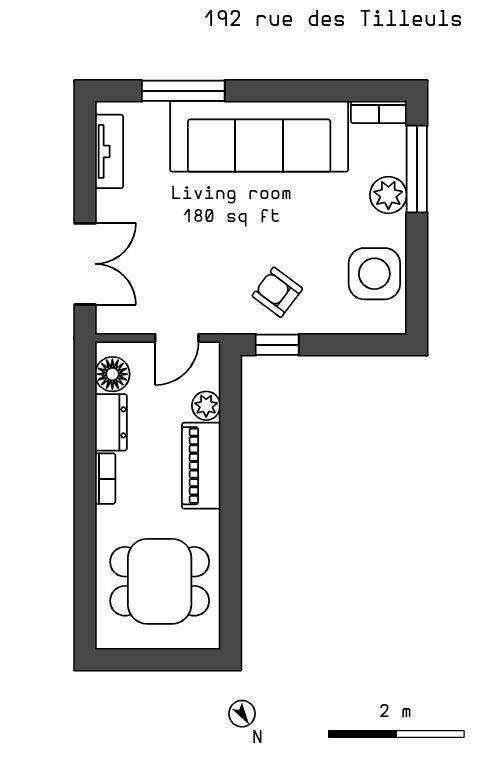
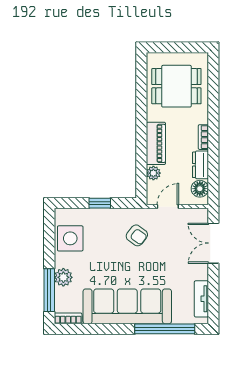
window: (183, 91) -> (165, 329), width x1.46
armchair: (277, 292) -> (137, 235), moved
window: (277, 345) -> (100, 203), moved

